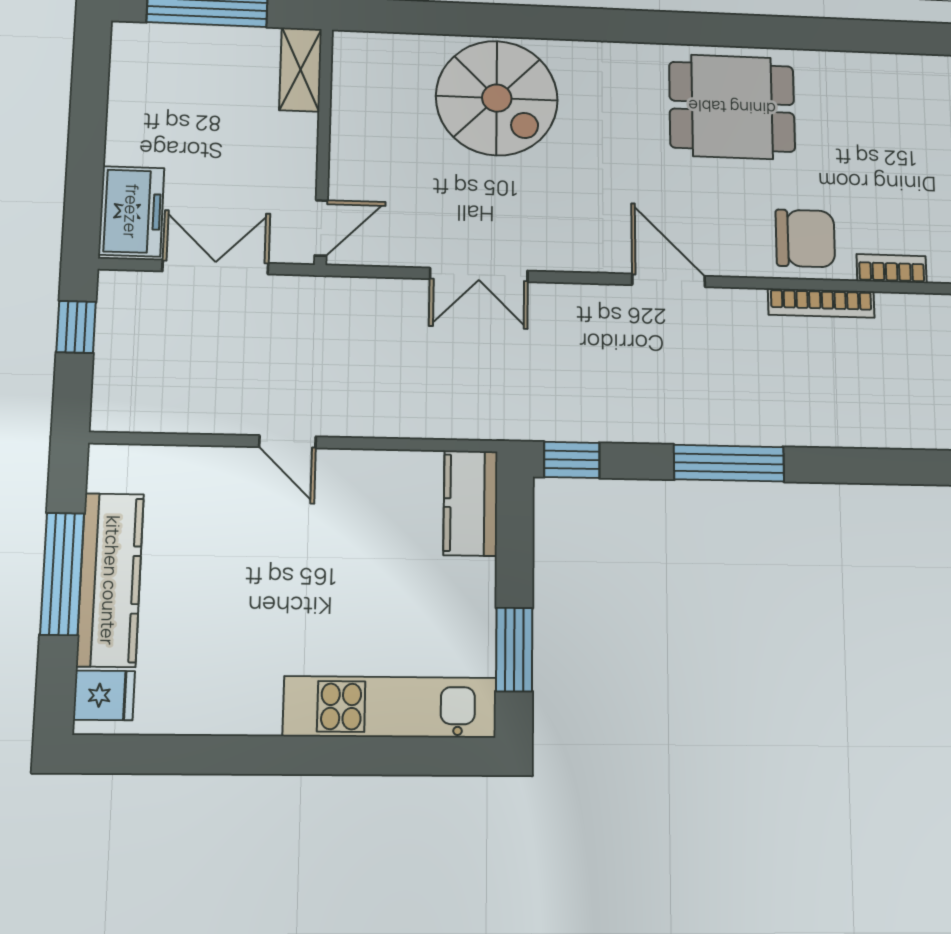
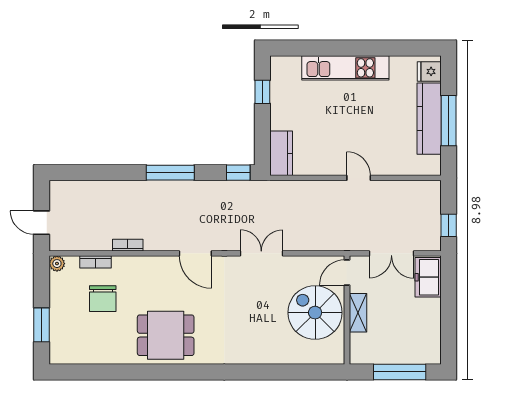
shelving: (300, 69) -> (358, 313), moved
spiral stairs: (497, 98) -> (315, 313), moved
chair: (805, 238) -> (103, 299), moved, turned -90
double door: (479, 275) -> (261, 253), moved
bookcase: (821, 303) -> (128, 245), width x0.64
window: (514, 649) -> (262, 92), width x0.67
kitchen unit: (390, 707) -> (345, 68), moved

